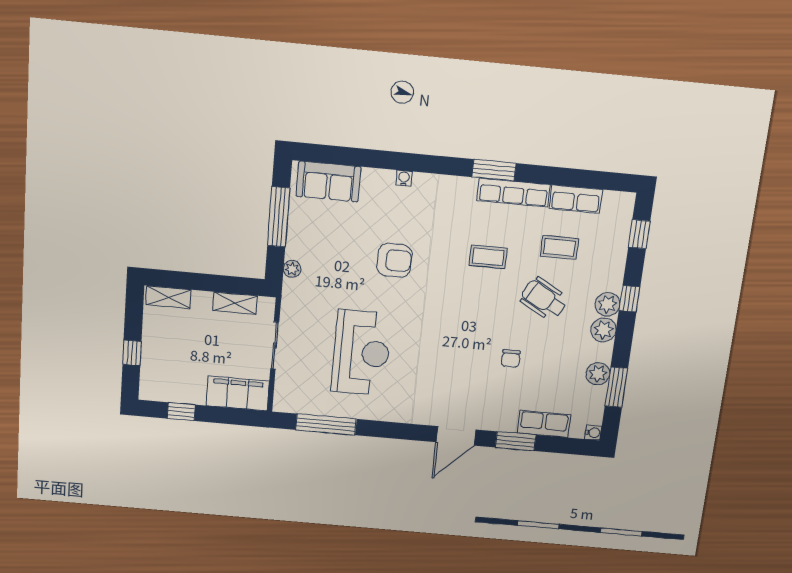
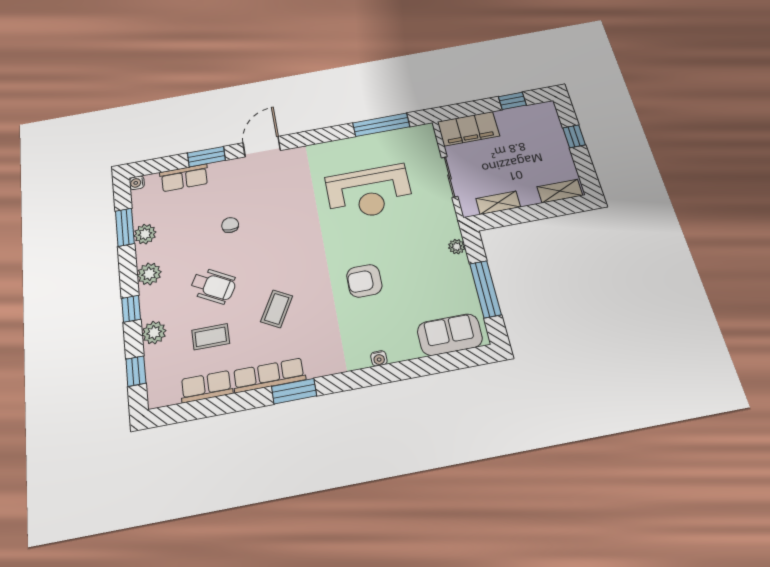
coffee table: (488, 257) -> (277, 309), turned -61
plant: (608, 304) -> (154, 333), moved
reception desk: (361, 353) -> (369, 192), turned -90

